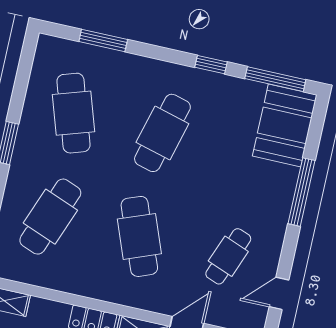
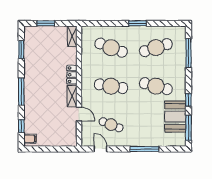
window: (103, 41) -> (188, 53), width x1.44
booth: (285, 125) -> (175, 117), moved, turned 90
cafe table: (139, 236) -> (111, 86), turned 30

